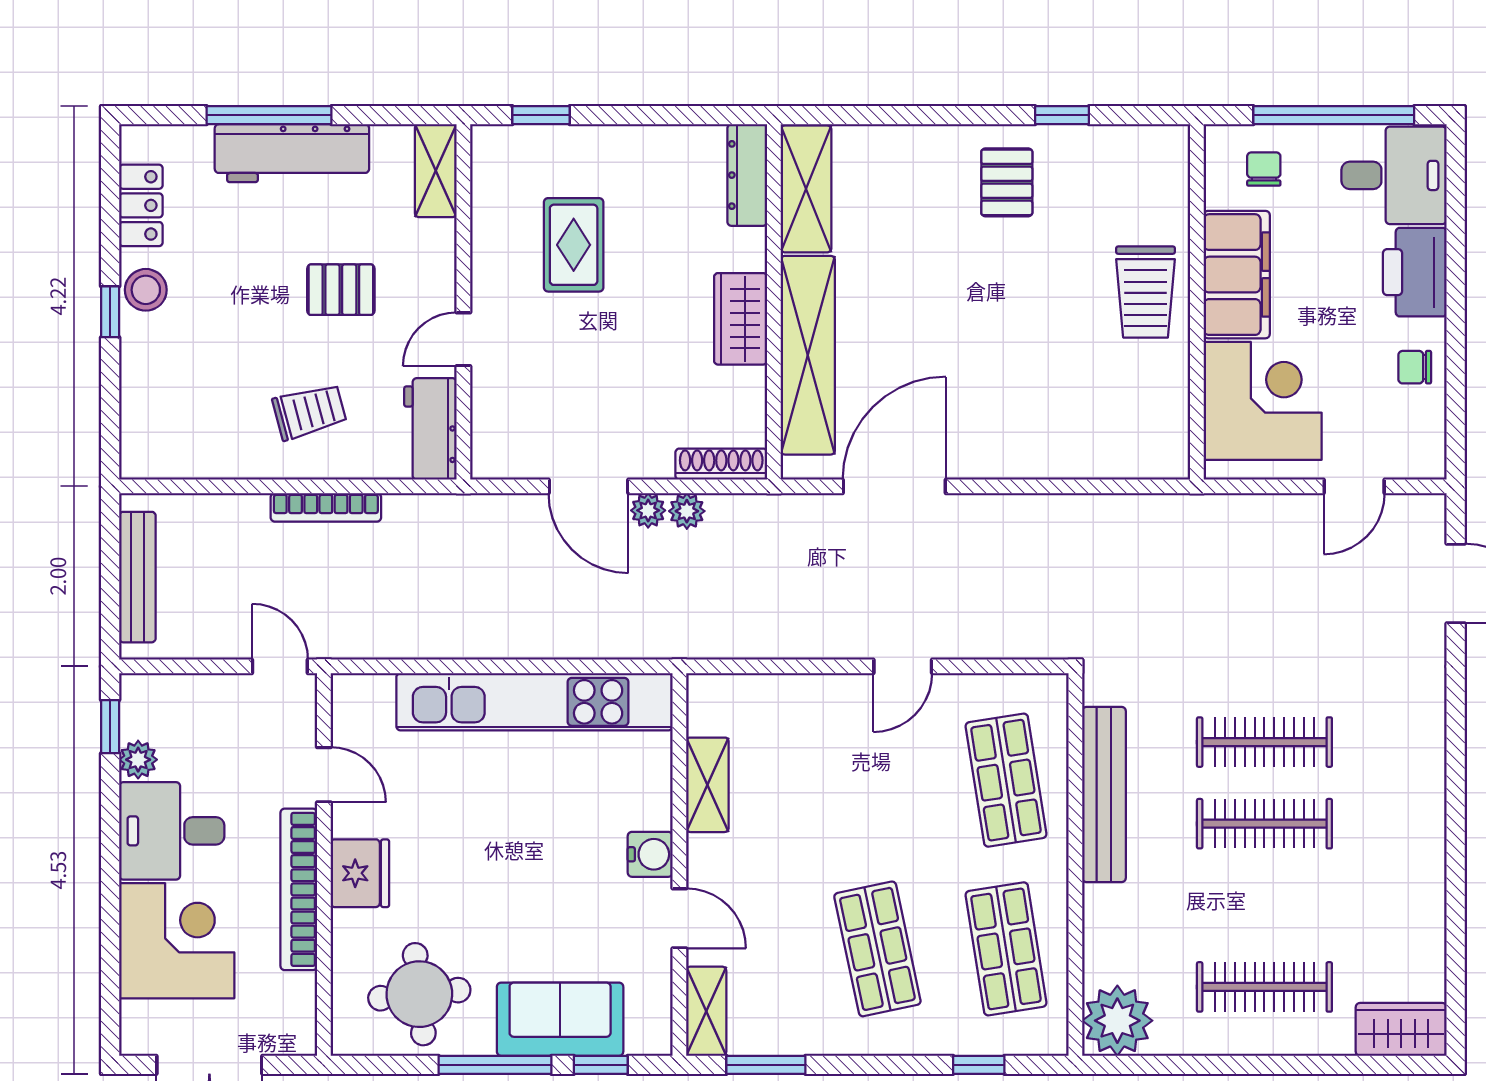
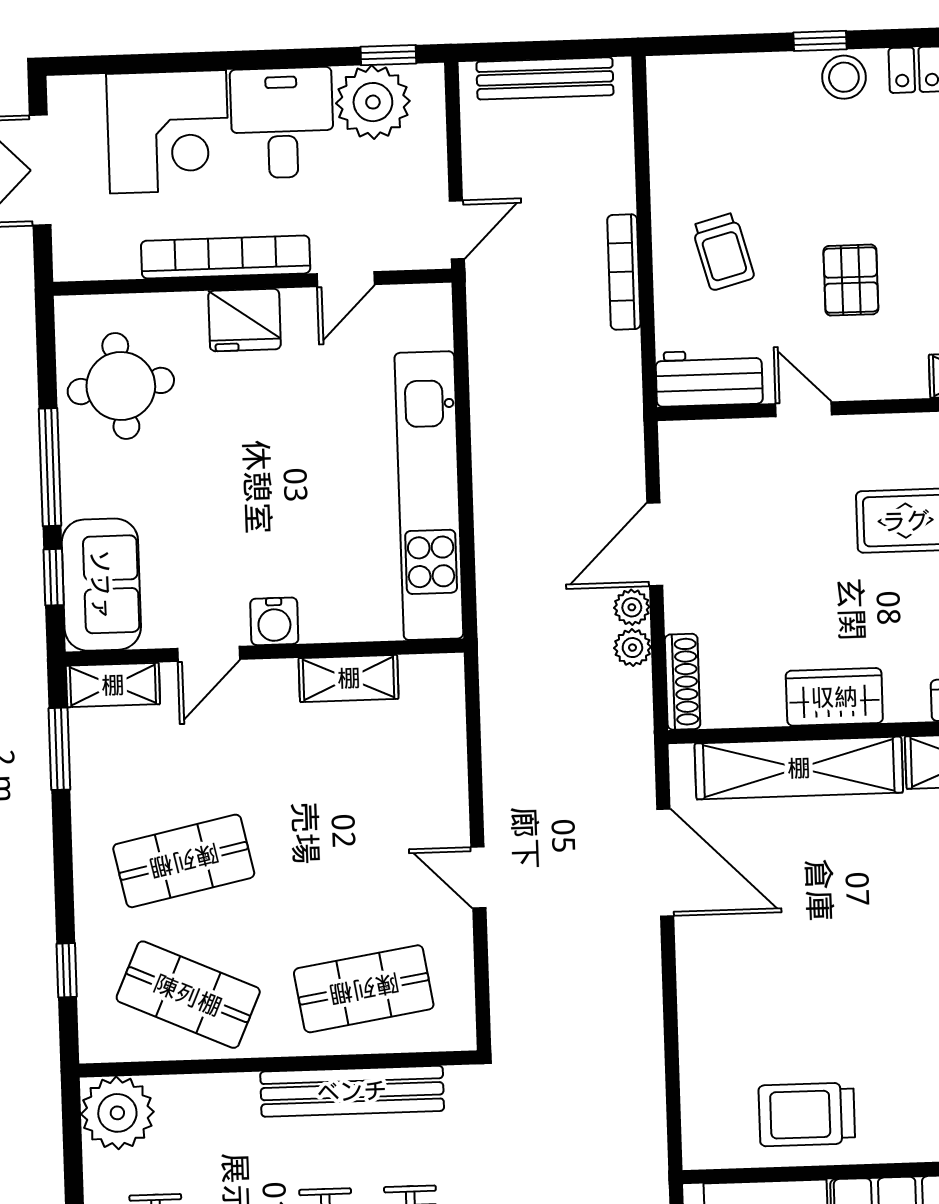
trolley: (1146, 292) -> (807, 1114), moved
plant: (138, 760) -> (373, 102), width x1.88, depth x1.88
shop shelf: (1006, 949) -> (188, 995), turned 33
sofa: (560, 1019) -> (101, 585), moved

